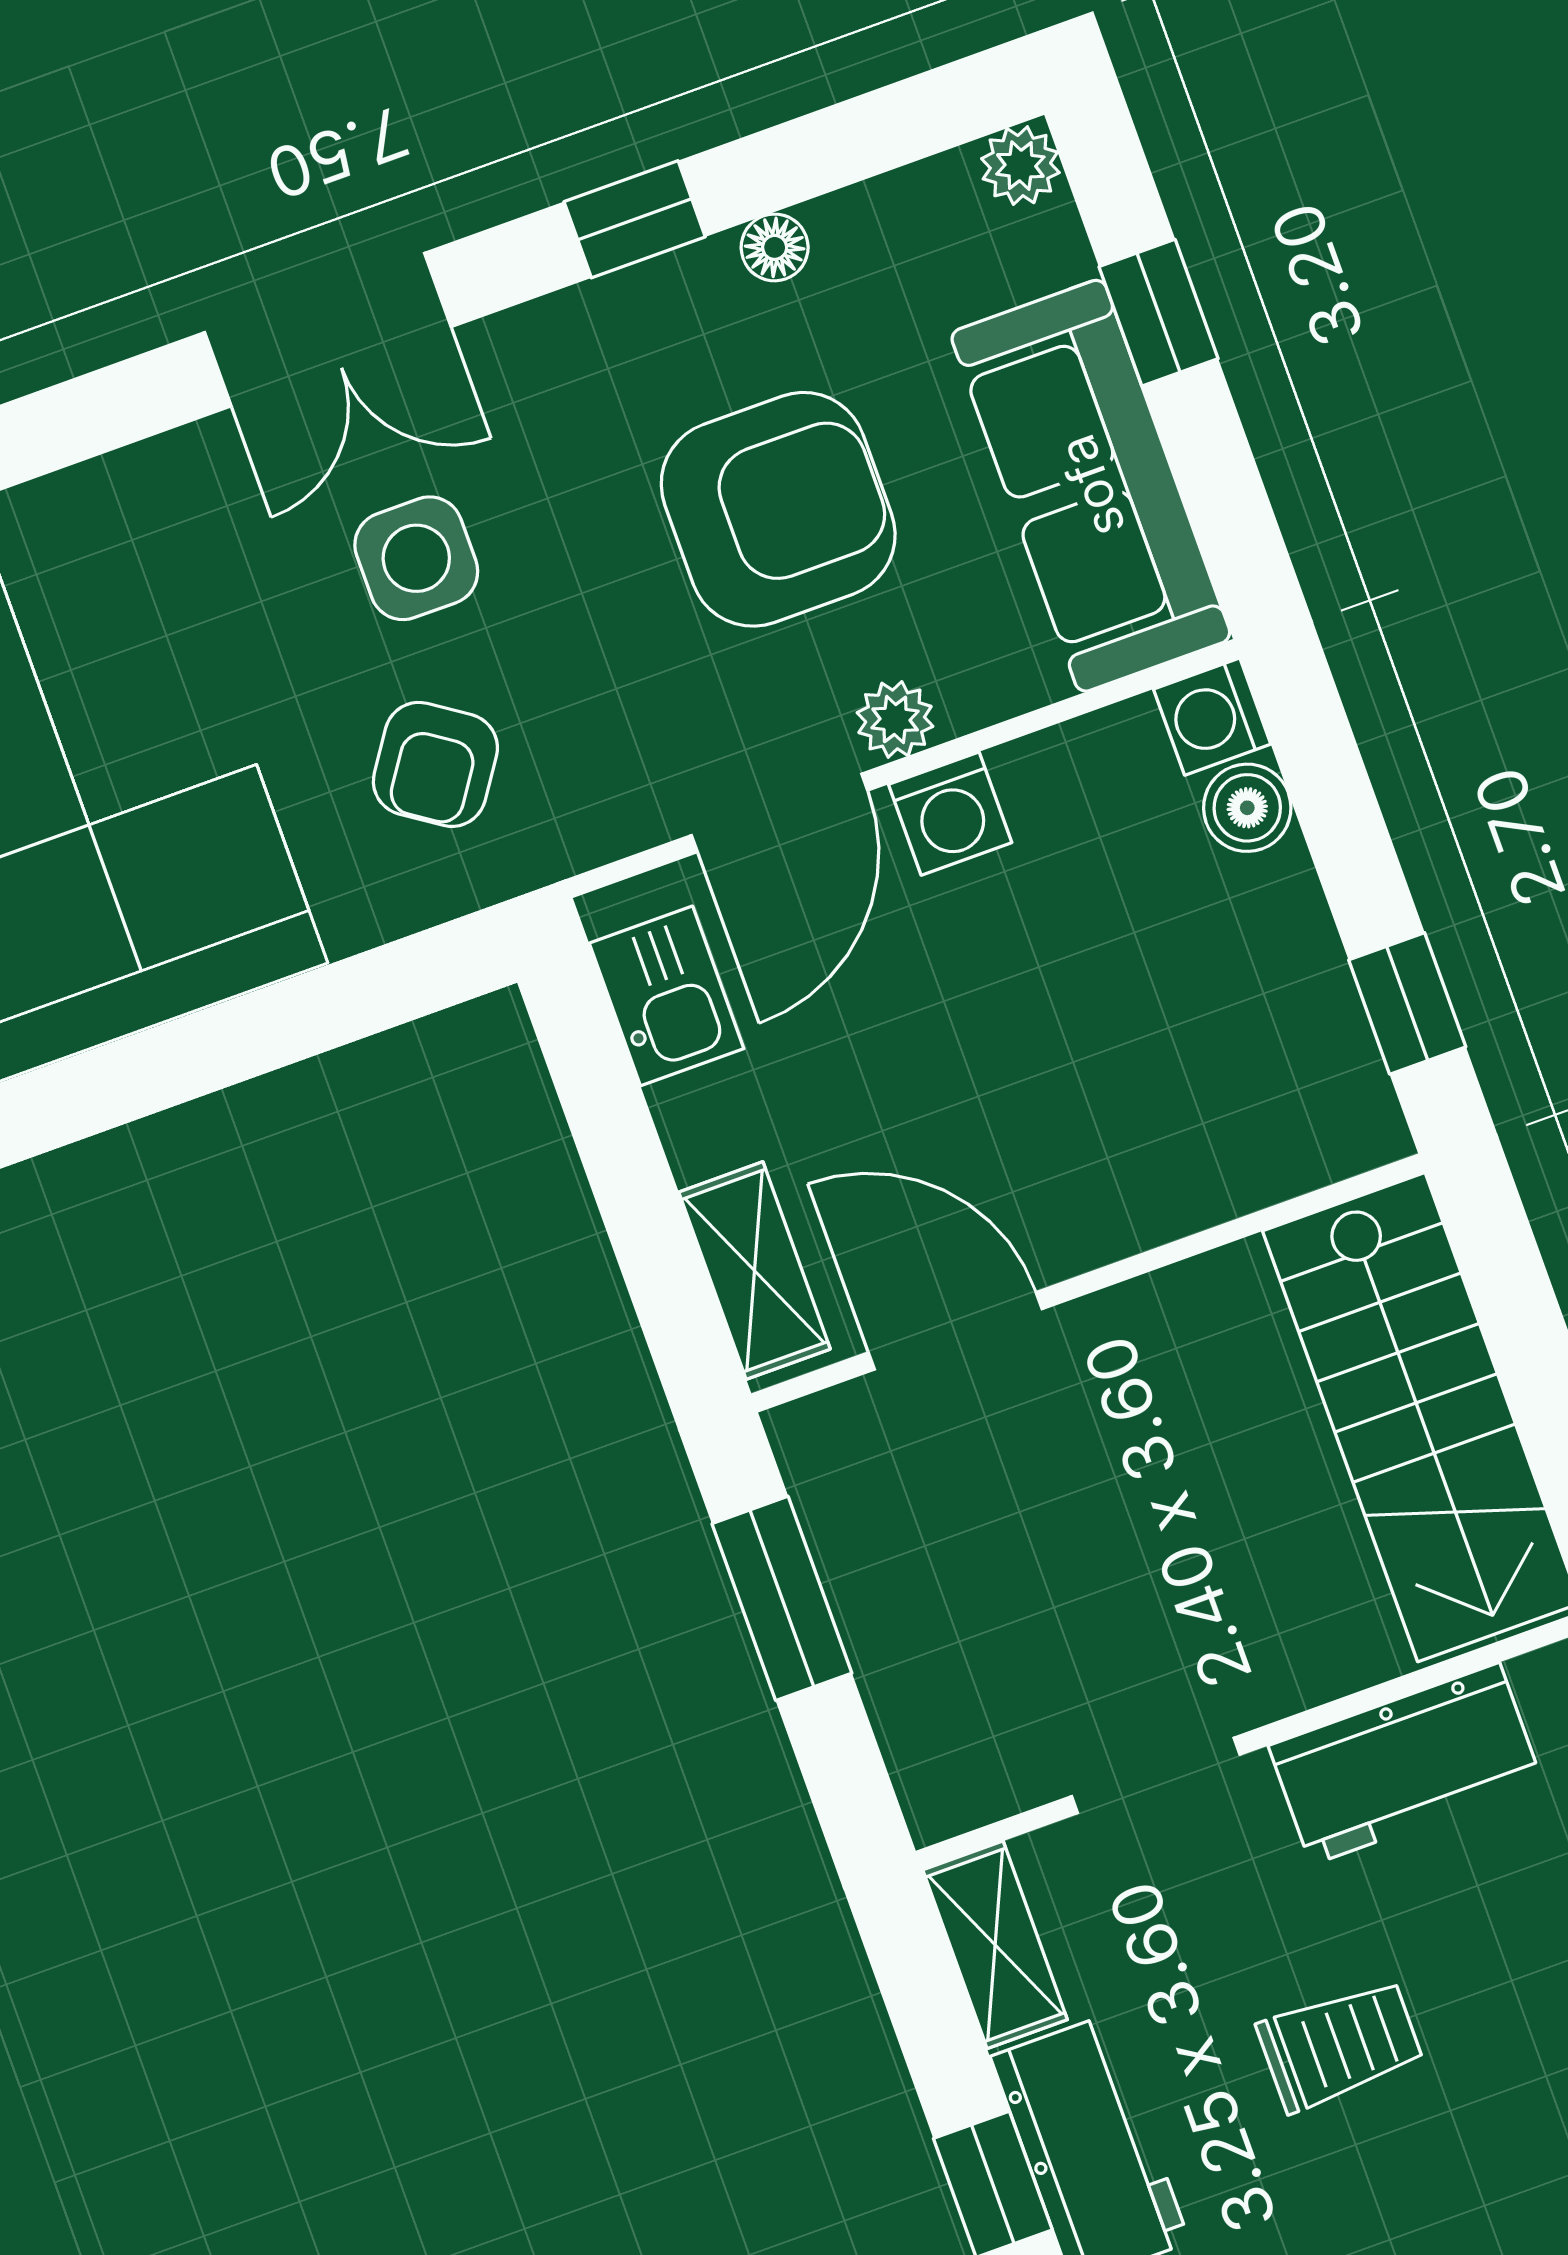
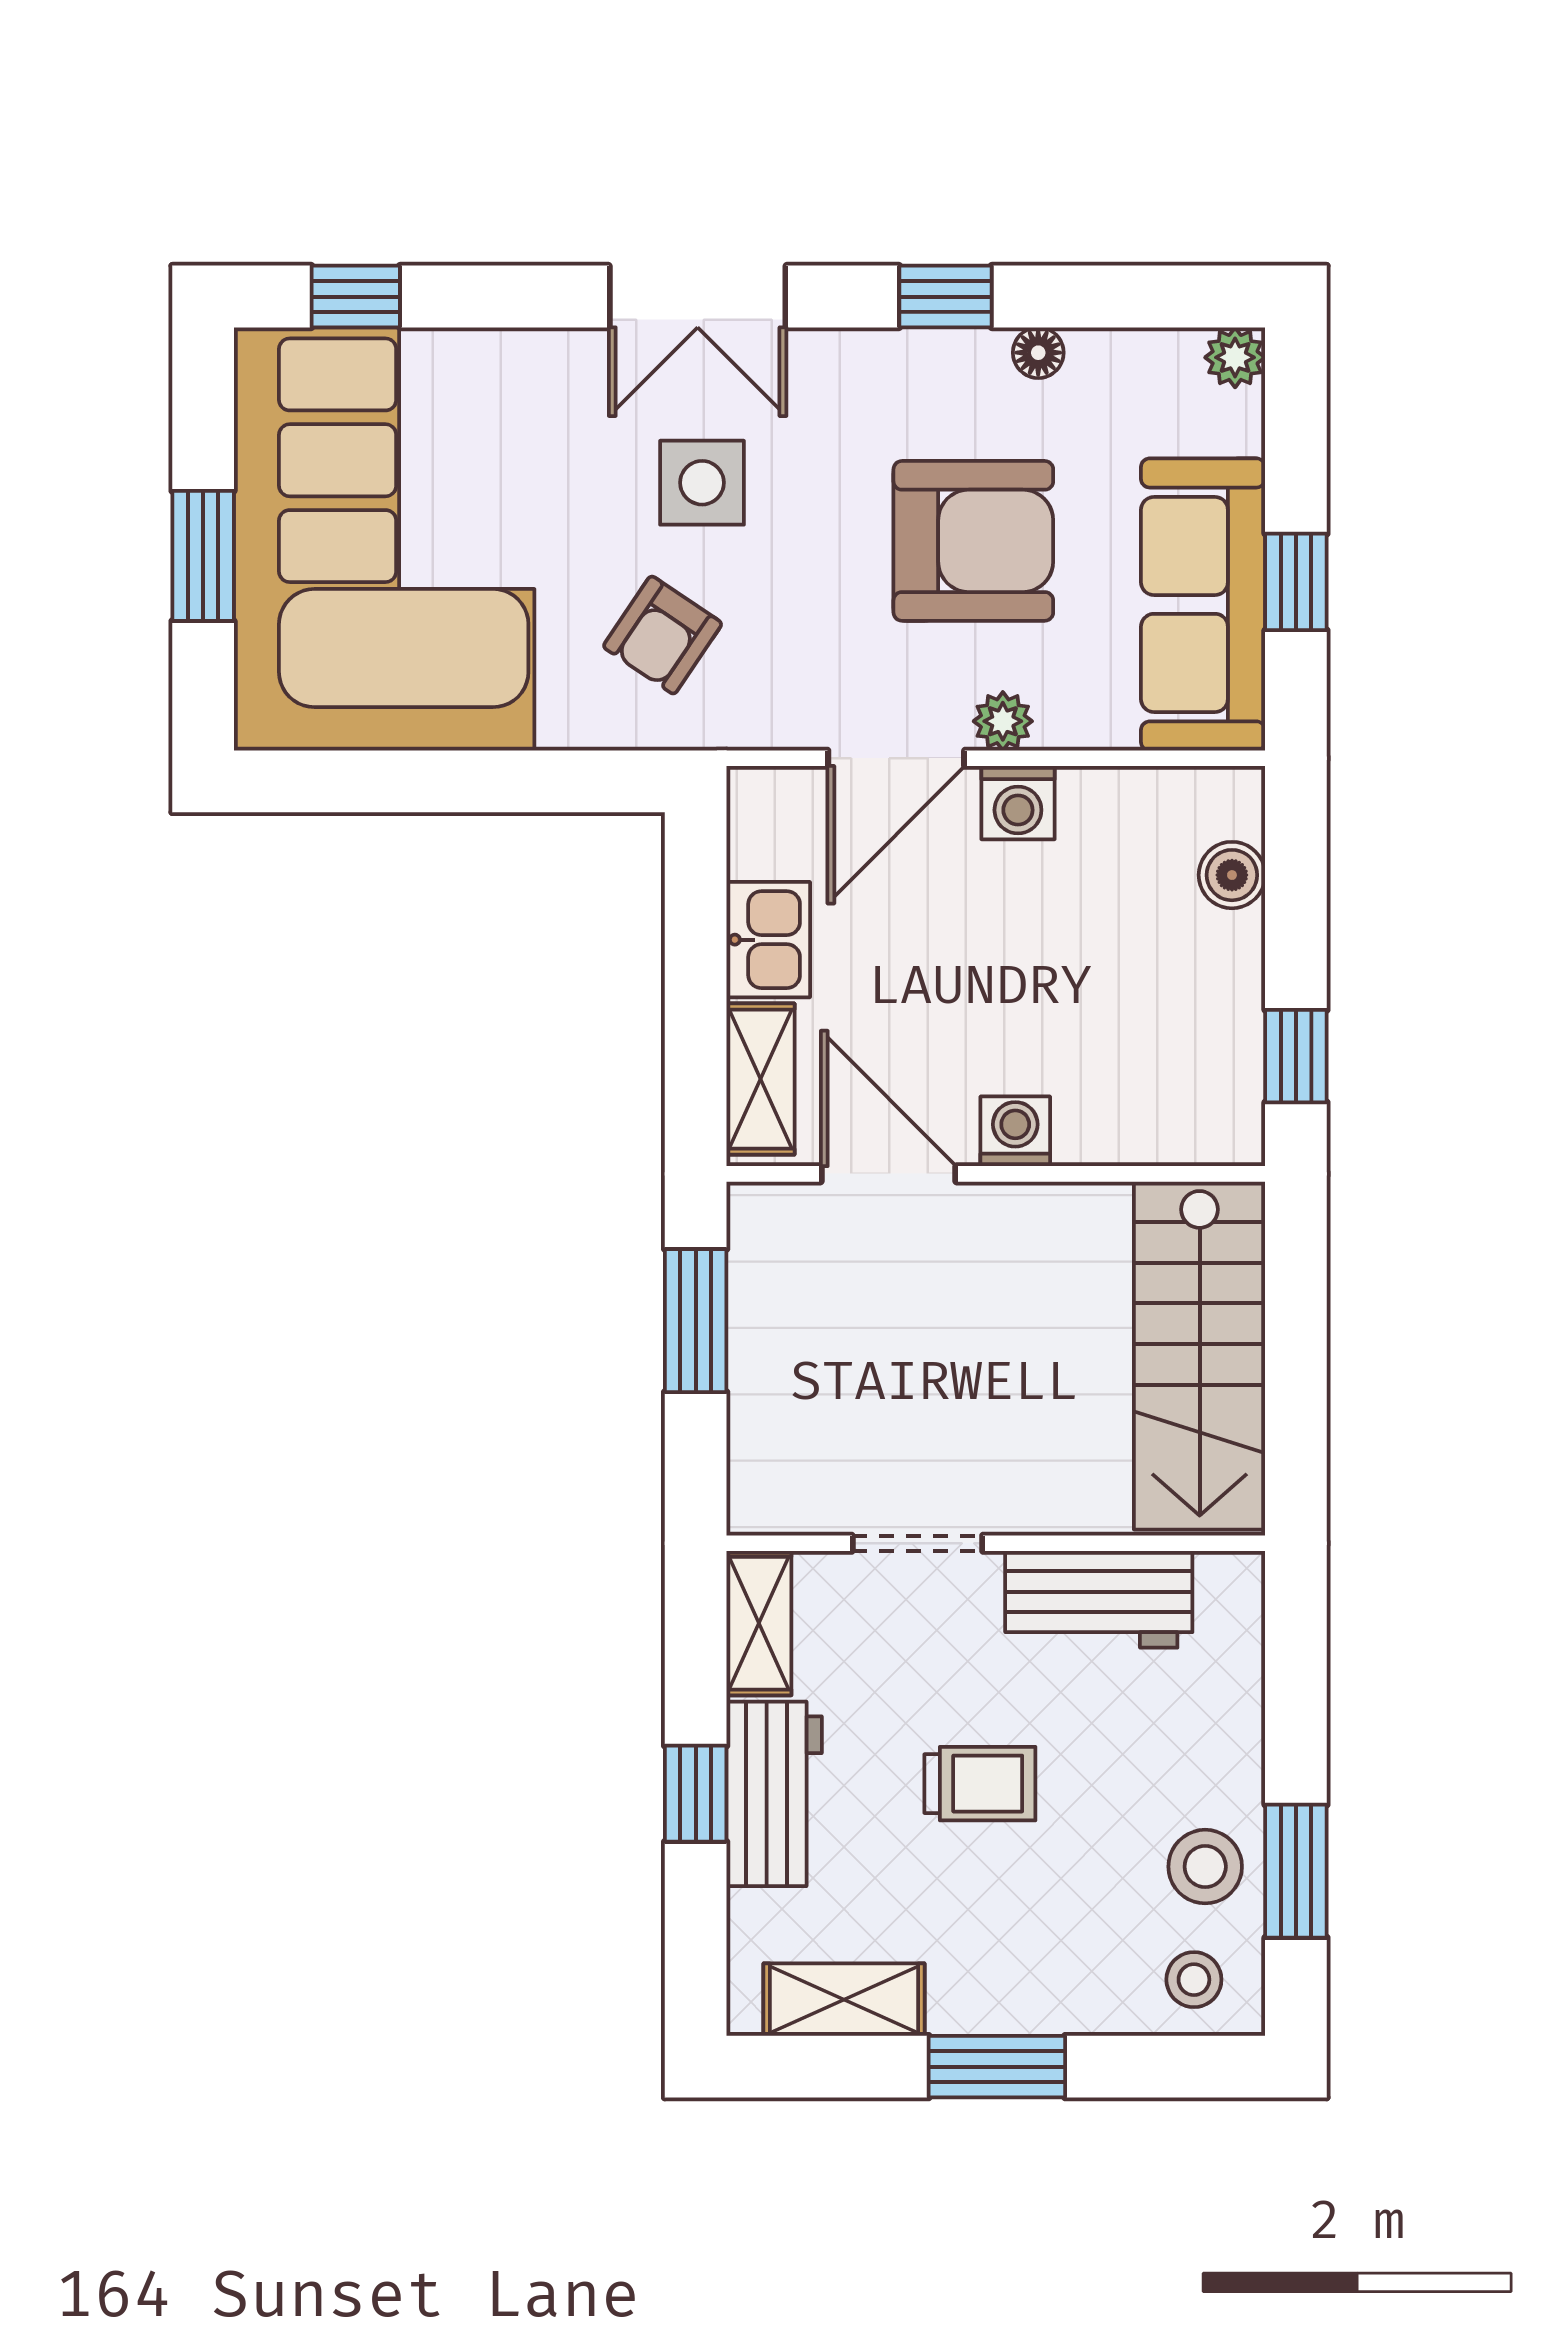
window: (1159, 313) -> (1296, 582), moved
washing machine: (1212, 717) -> (1015, 1131), moved, turned 90
kitchen sink: (667, 996) -> (768, 940), moved

